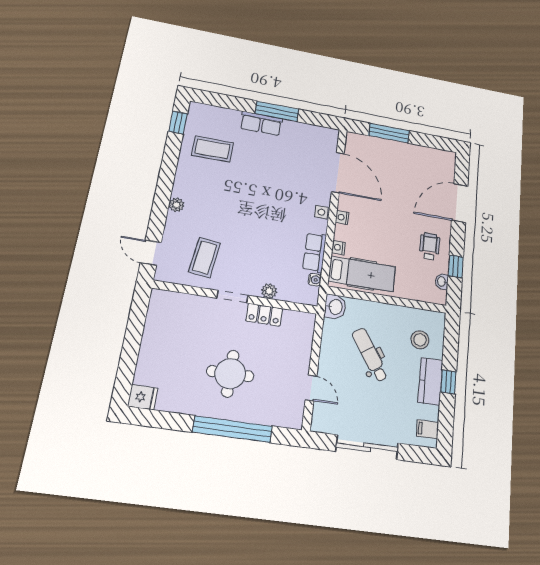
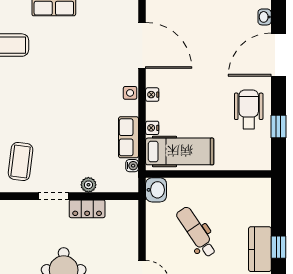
wheelchair: (430, 246) -> (249, 109), width x1.36, depth x1.37
washbasin: (442, 282) -> (265, 17), moved
stool: (420, 340) -> (246, 210), removed

